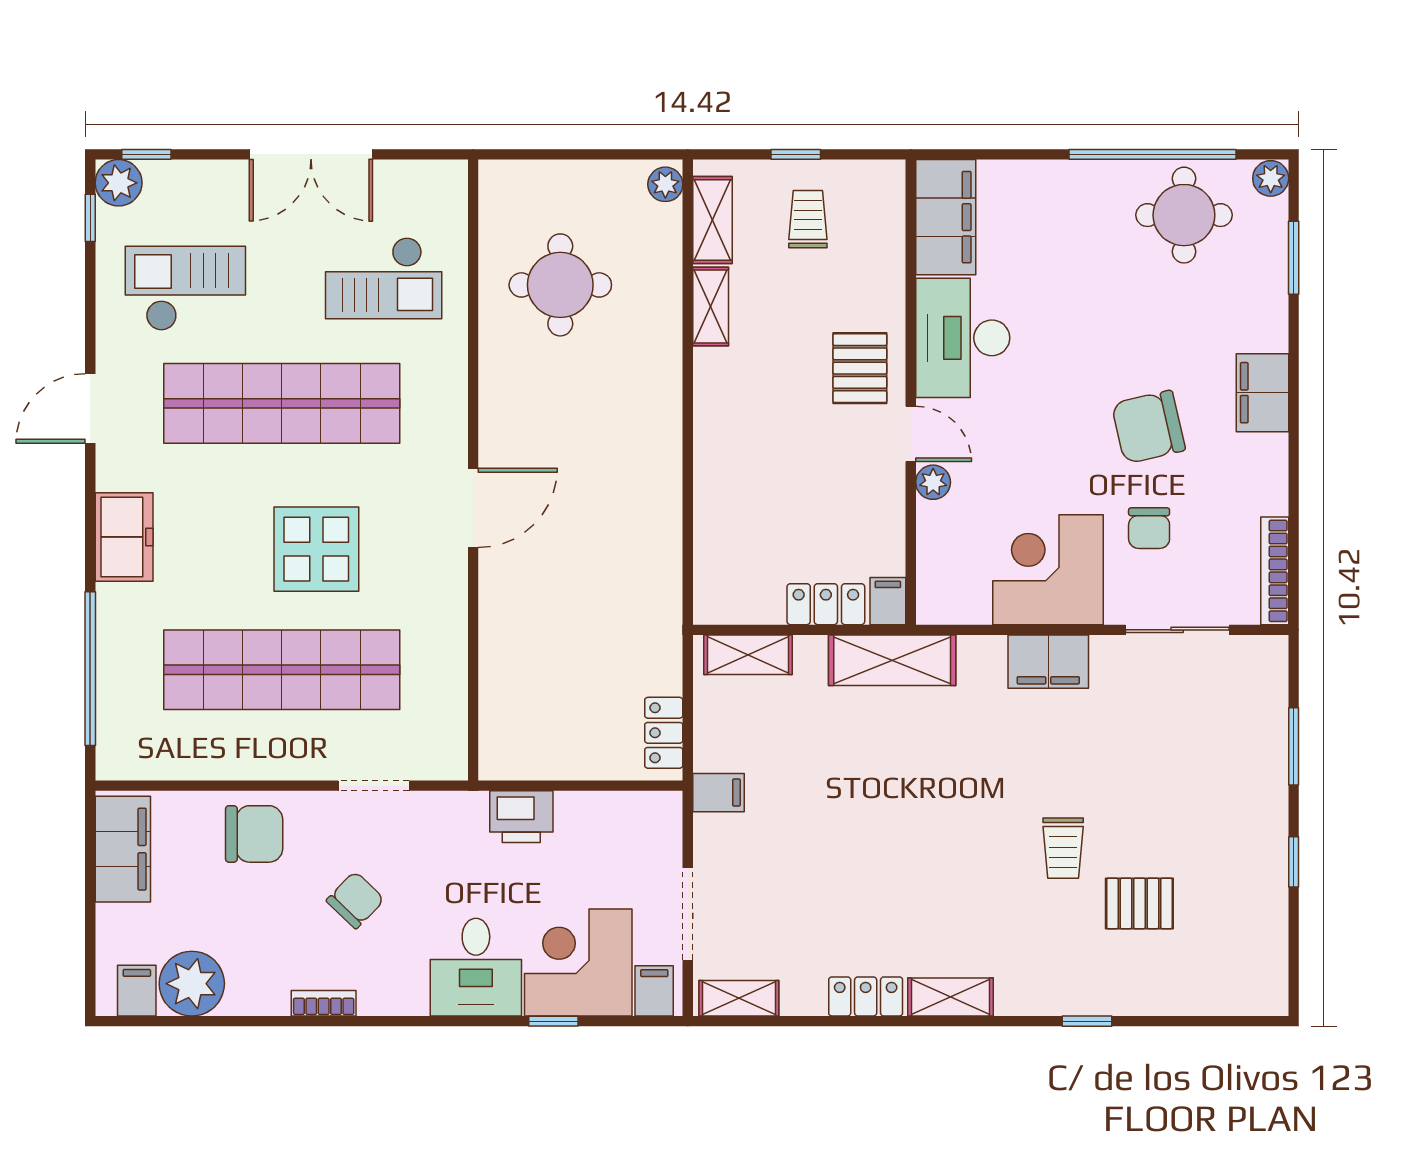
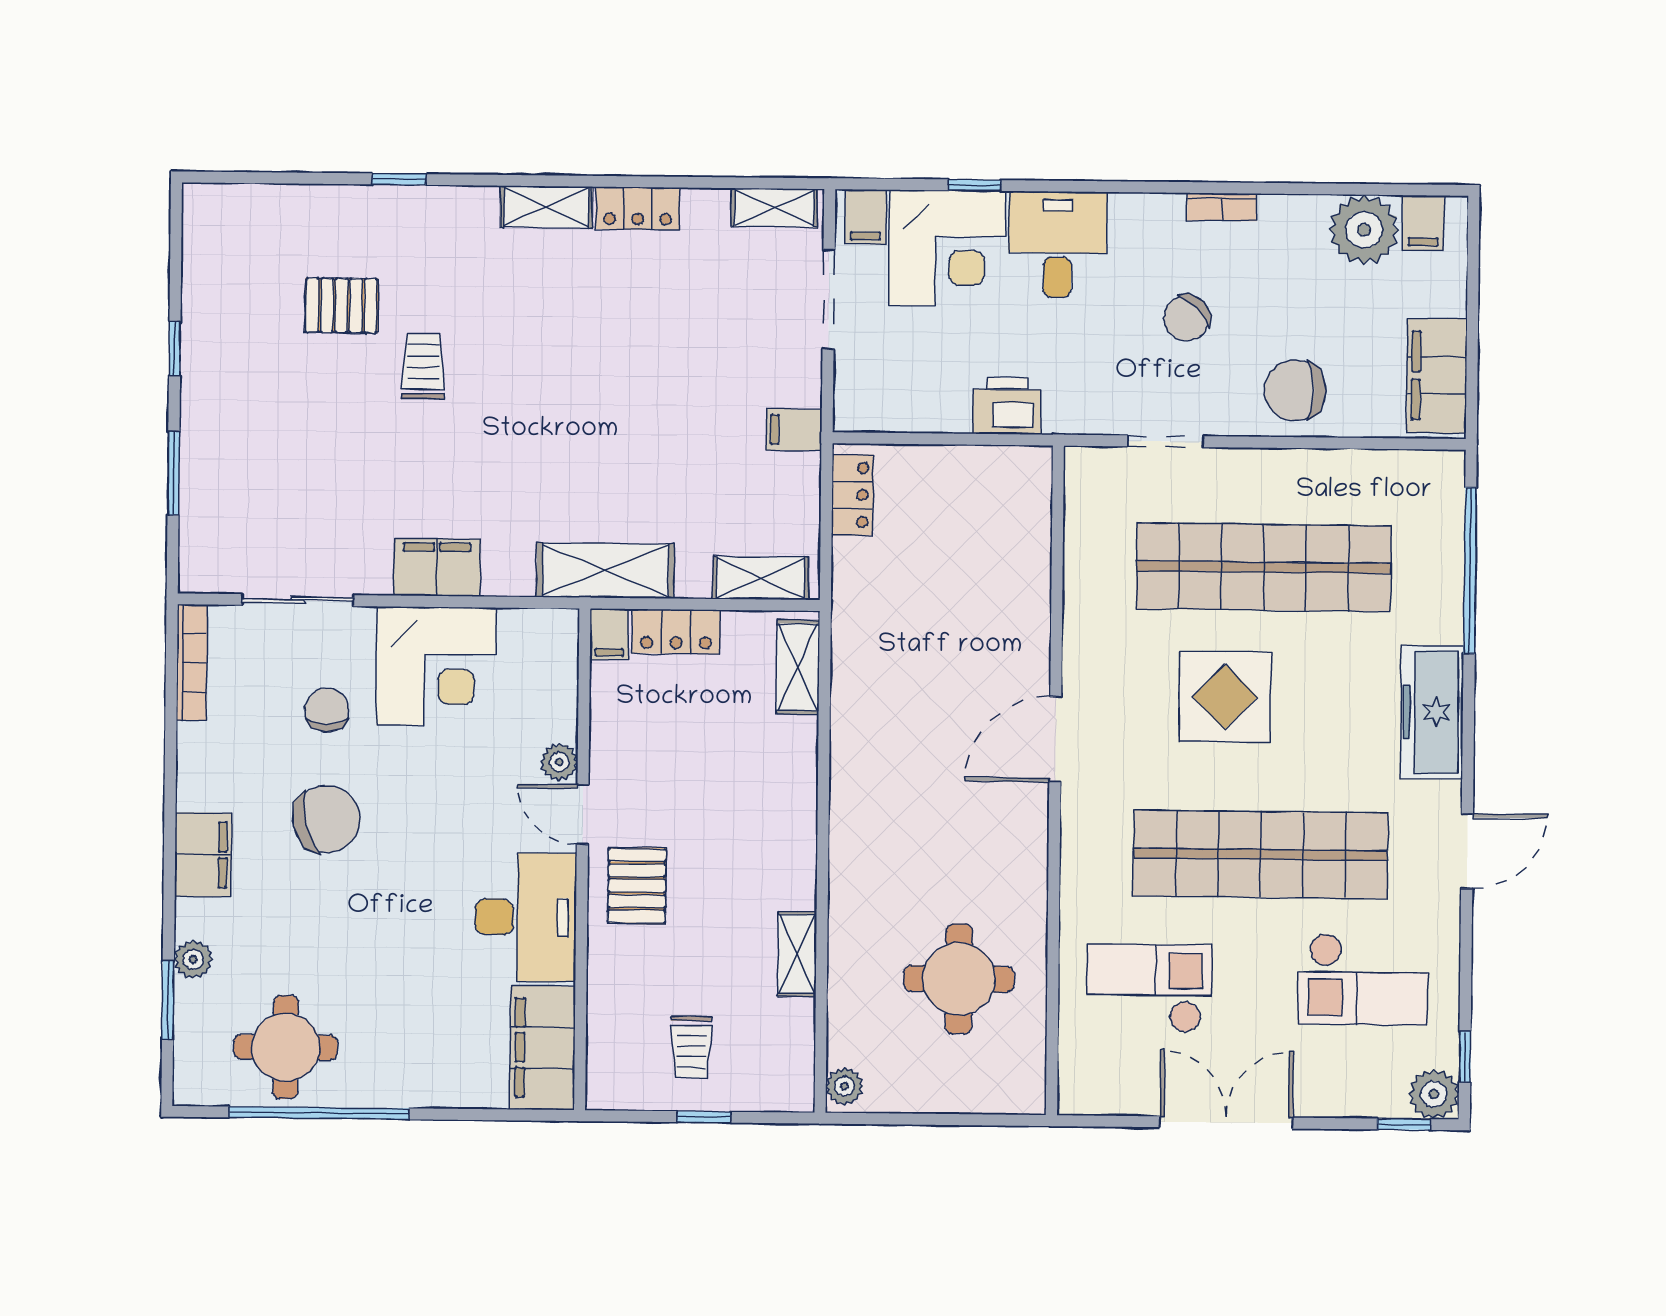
plant: (1271, 178) -> (193, 959), moved
shelving: (712, 220) -> (798, 667), moved
freezer: (124, 537) -> (1432, 712), width x1.40

